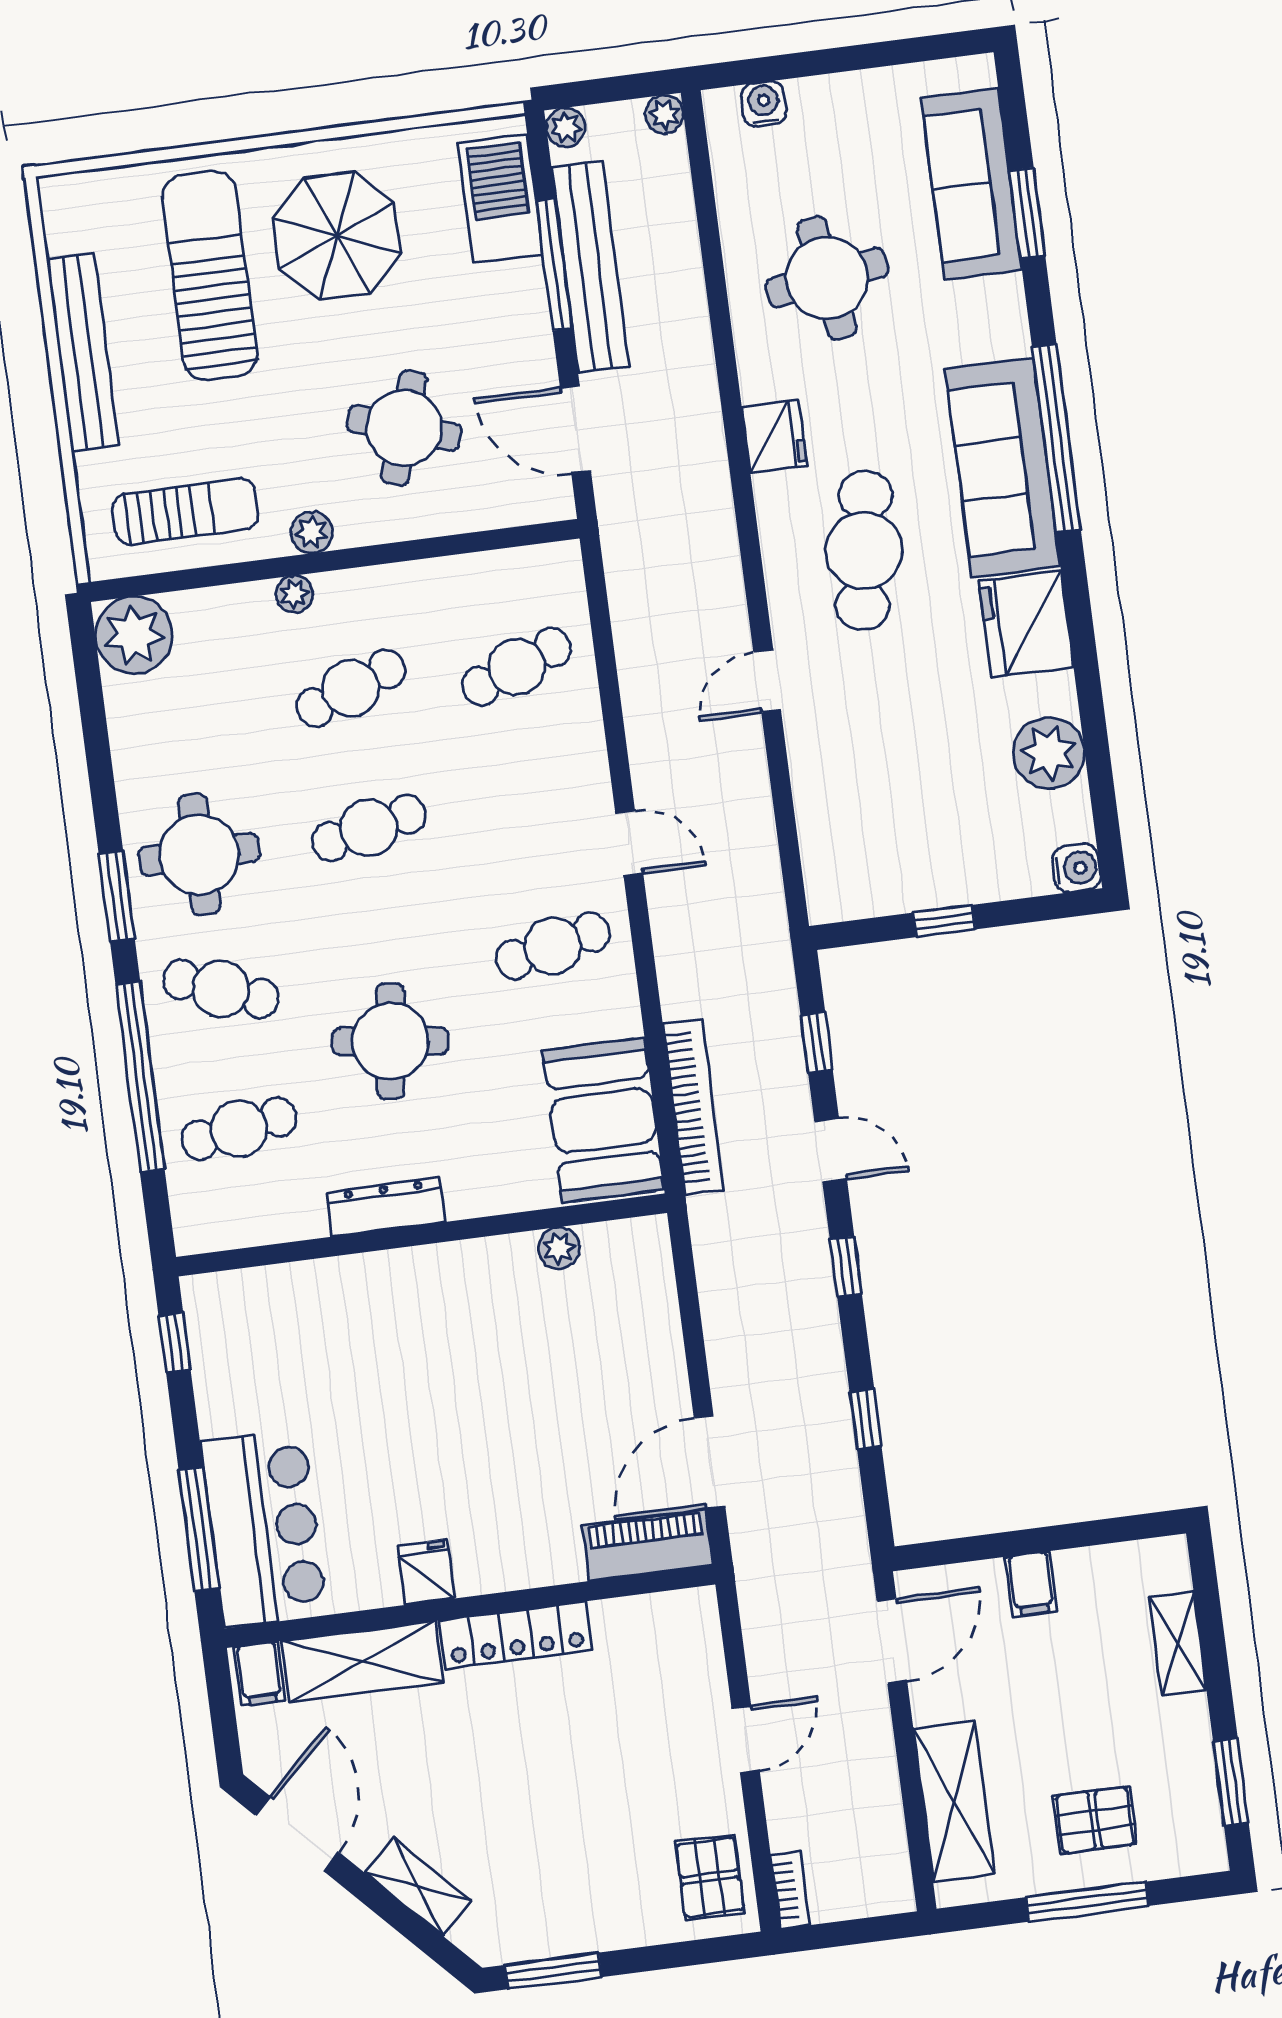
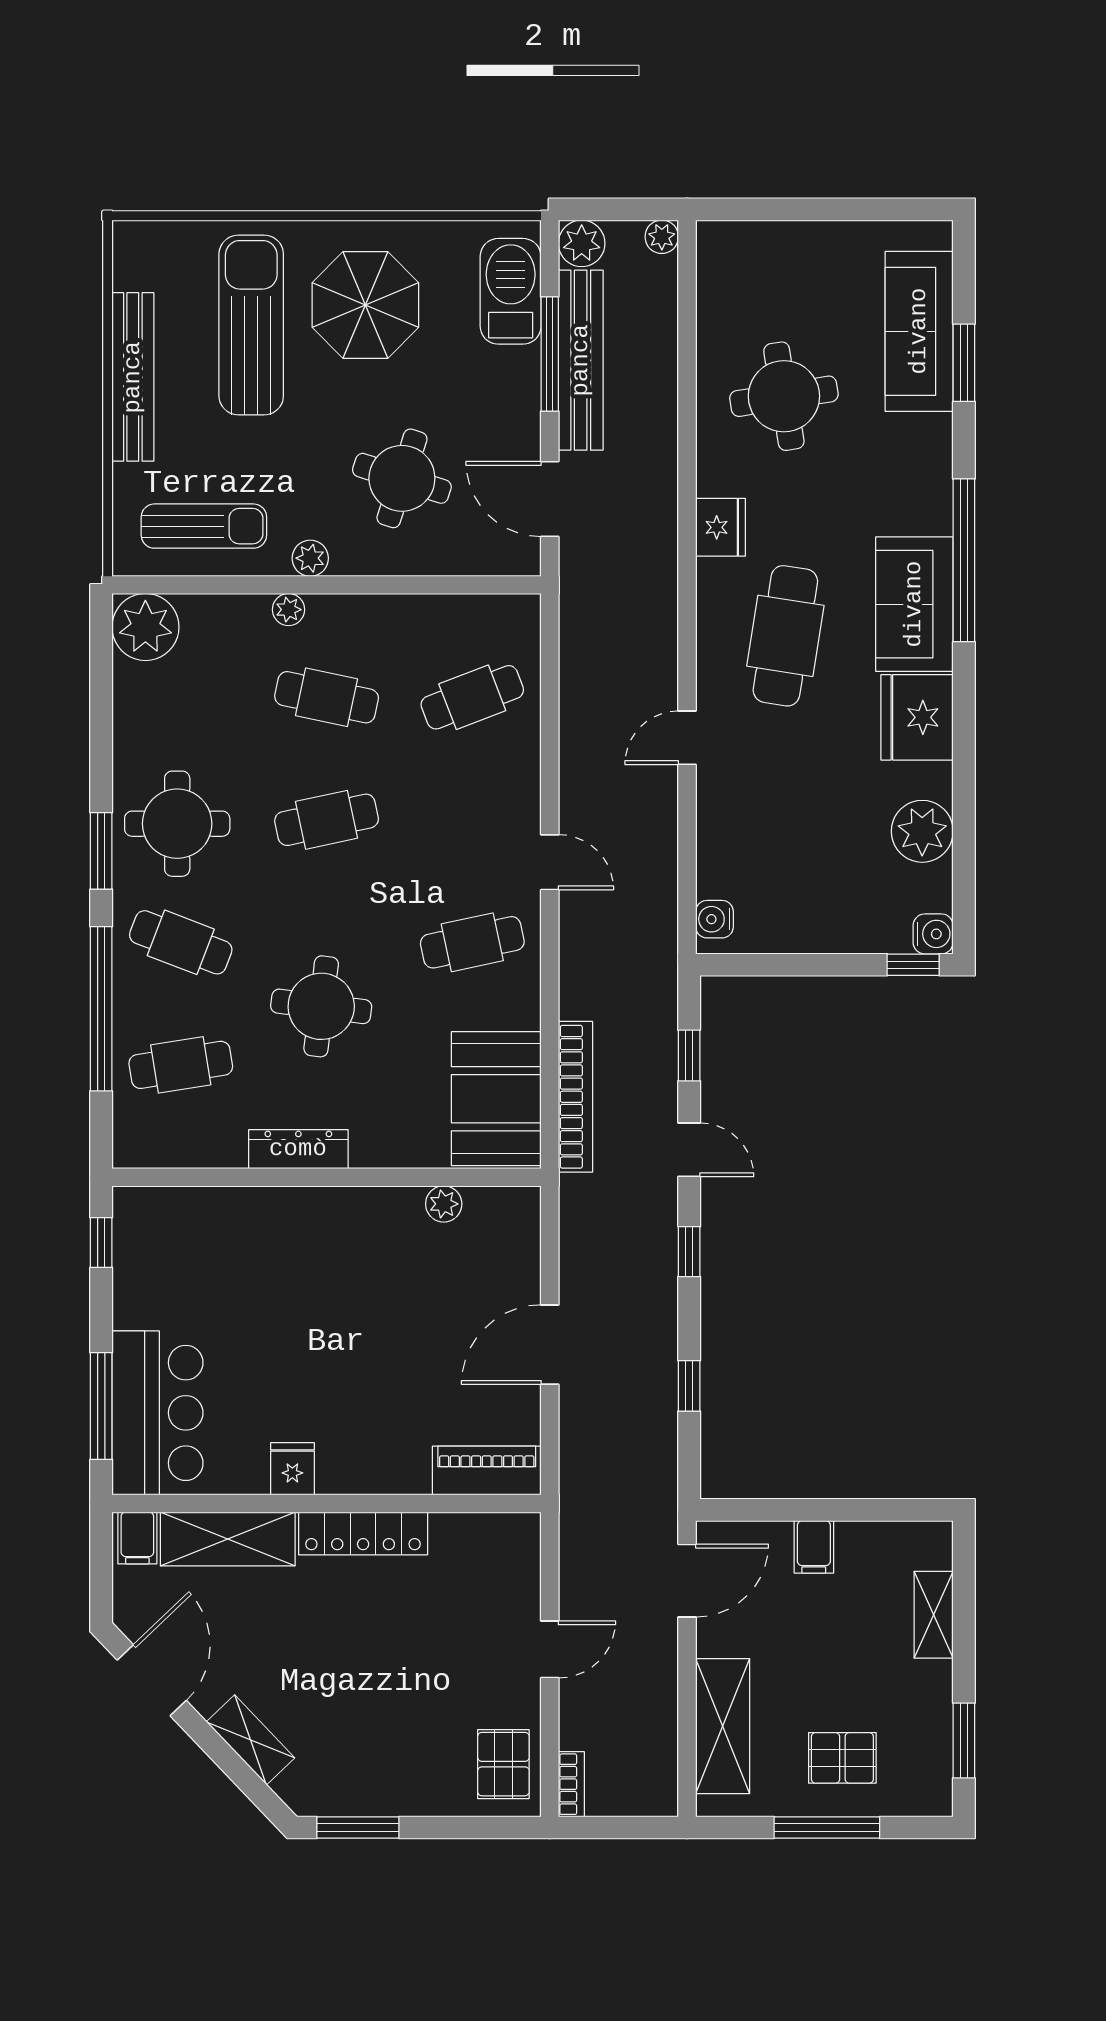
water cooler: (764, 104) -> (714, 919), moved, turned -90
plant: (566, 127) -> (582, 243), width x1.38, depth x1.38
sofa: (1003, 468) -> (914, 604), width x0.73
cafe table: (351, 688) -> (327, 697), turned 33
window: (944, 921) -> (913, 965), moved
door: (710, 1462) -> (550, 1345), moved

